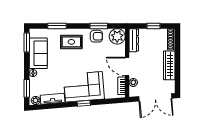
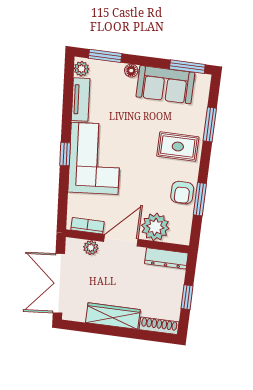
plant: (117, 36) -> (155, 227), moved
rug: (71, 42) -> (178, 146), turned 90

